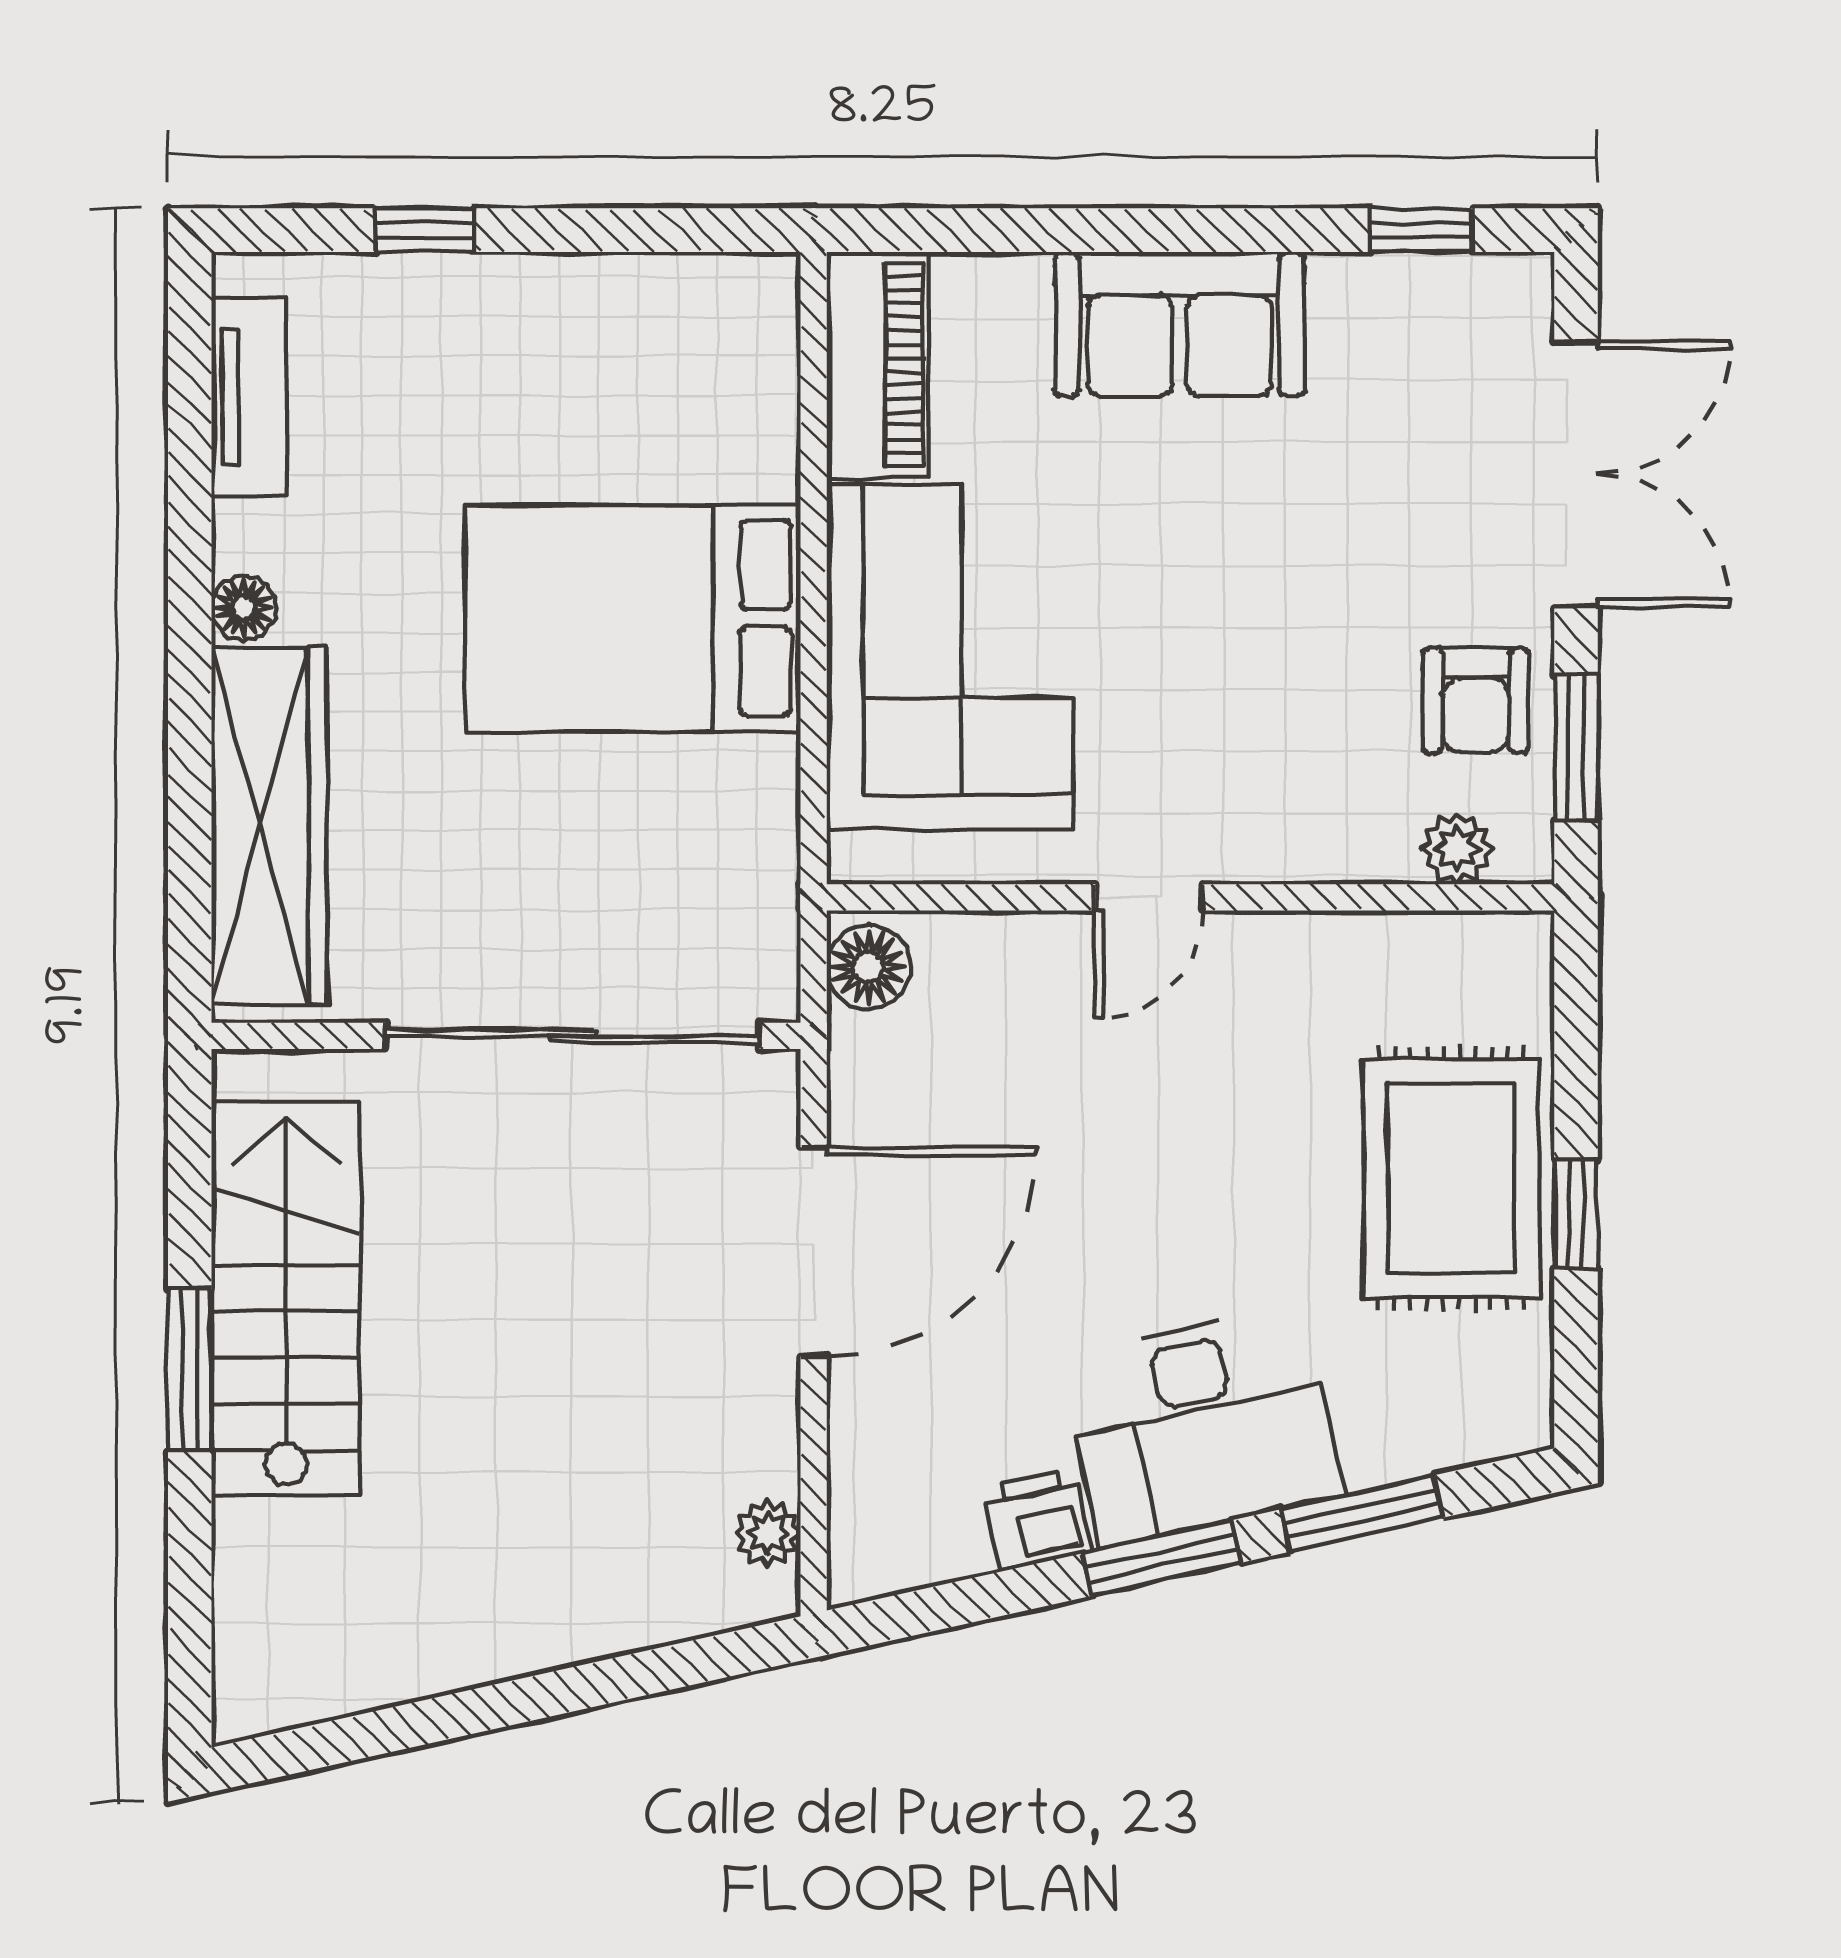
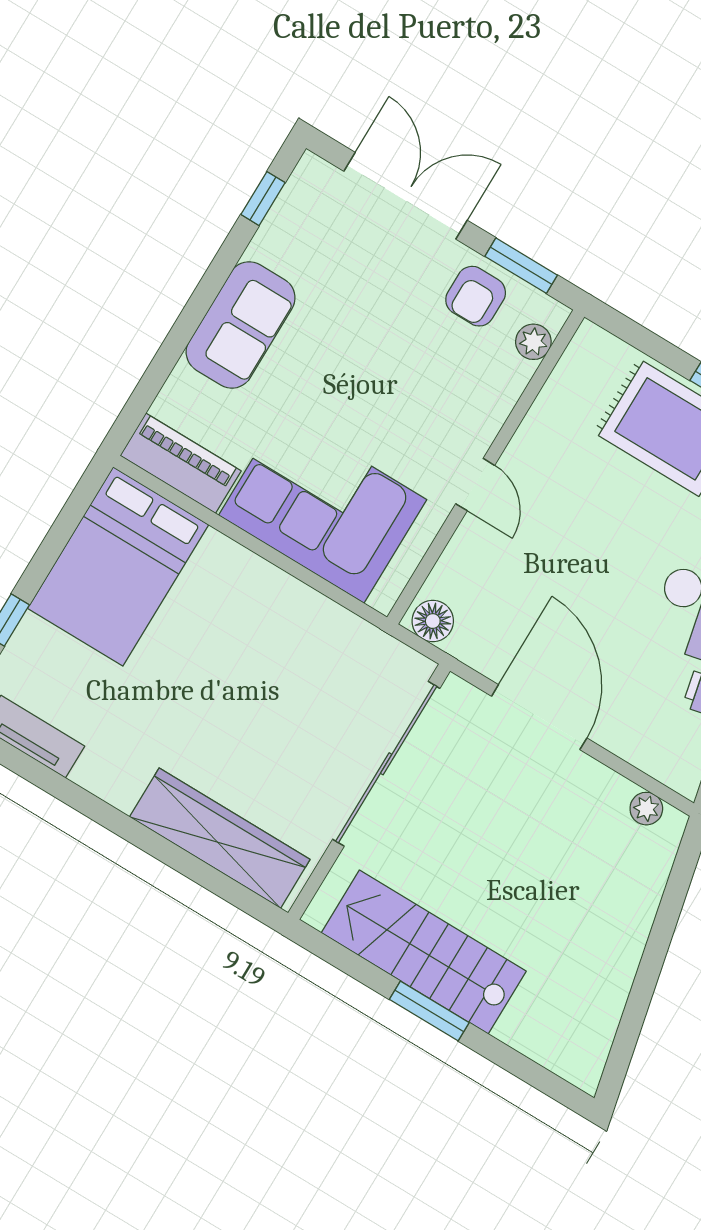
floor lamp: (244, 608) -> (121, 793), removed
bed: (633, 618) -> (118, 566), moved
armchair: (1476, 701) -> (476, 296), turned 90

